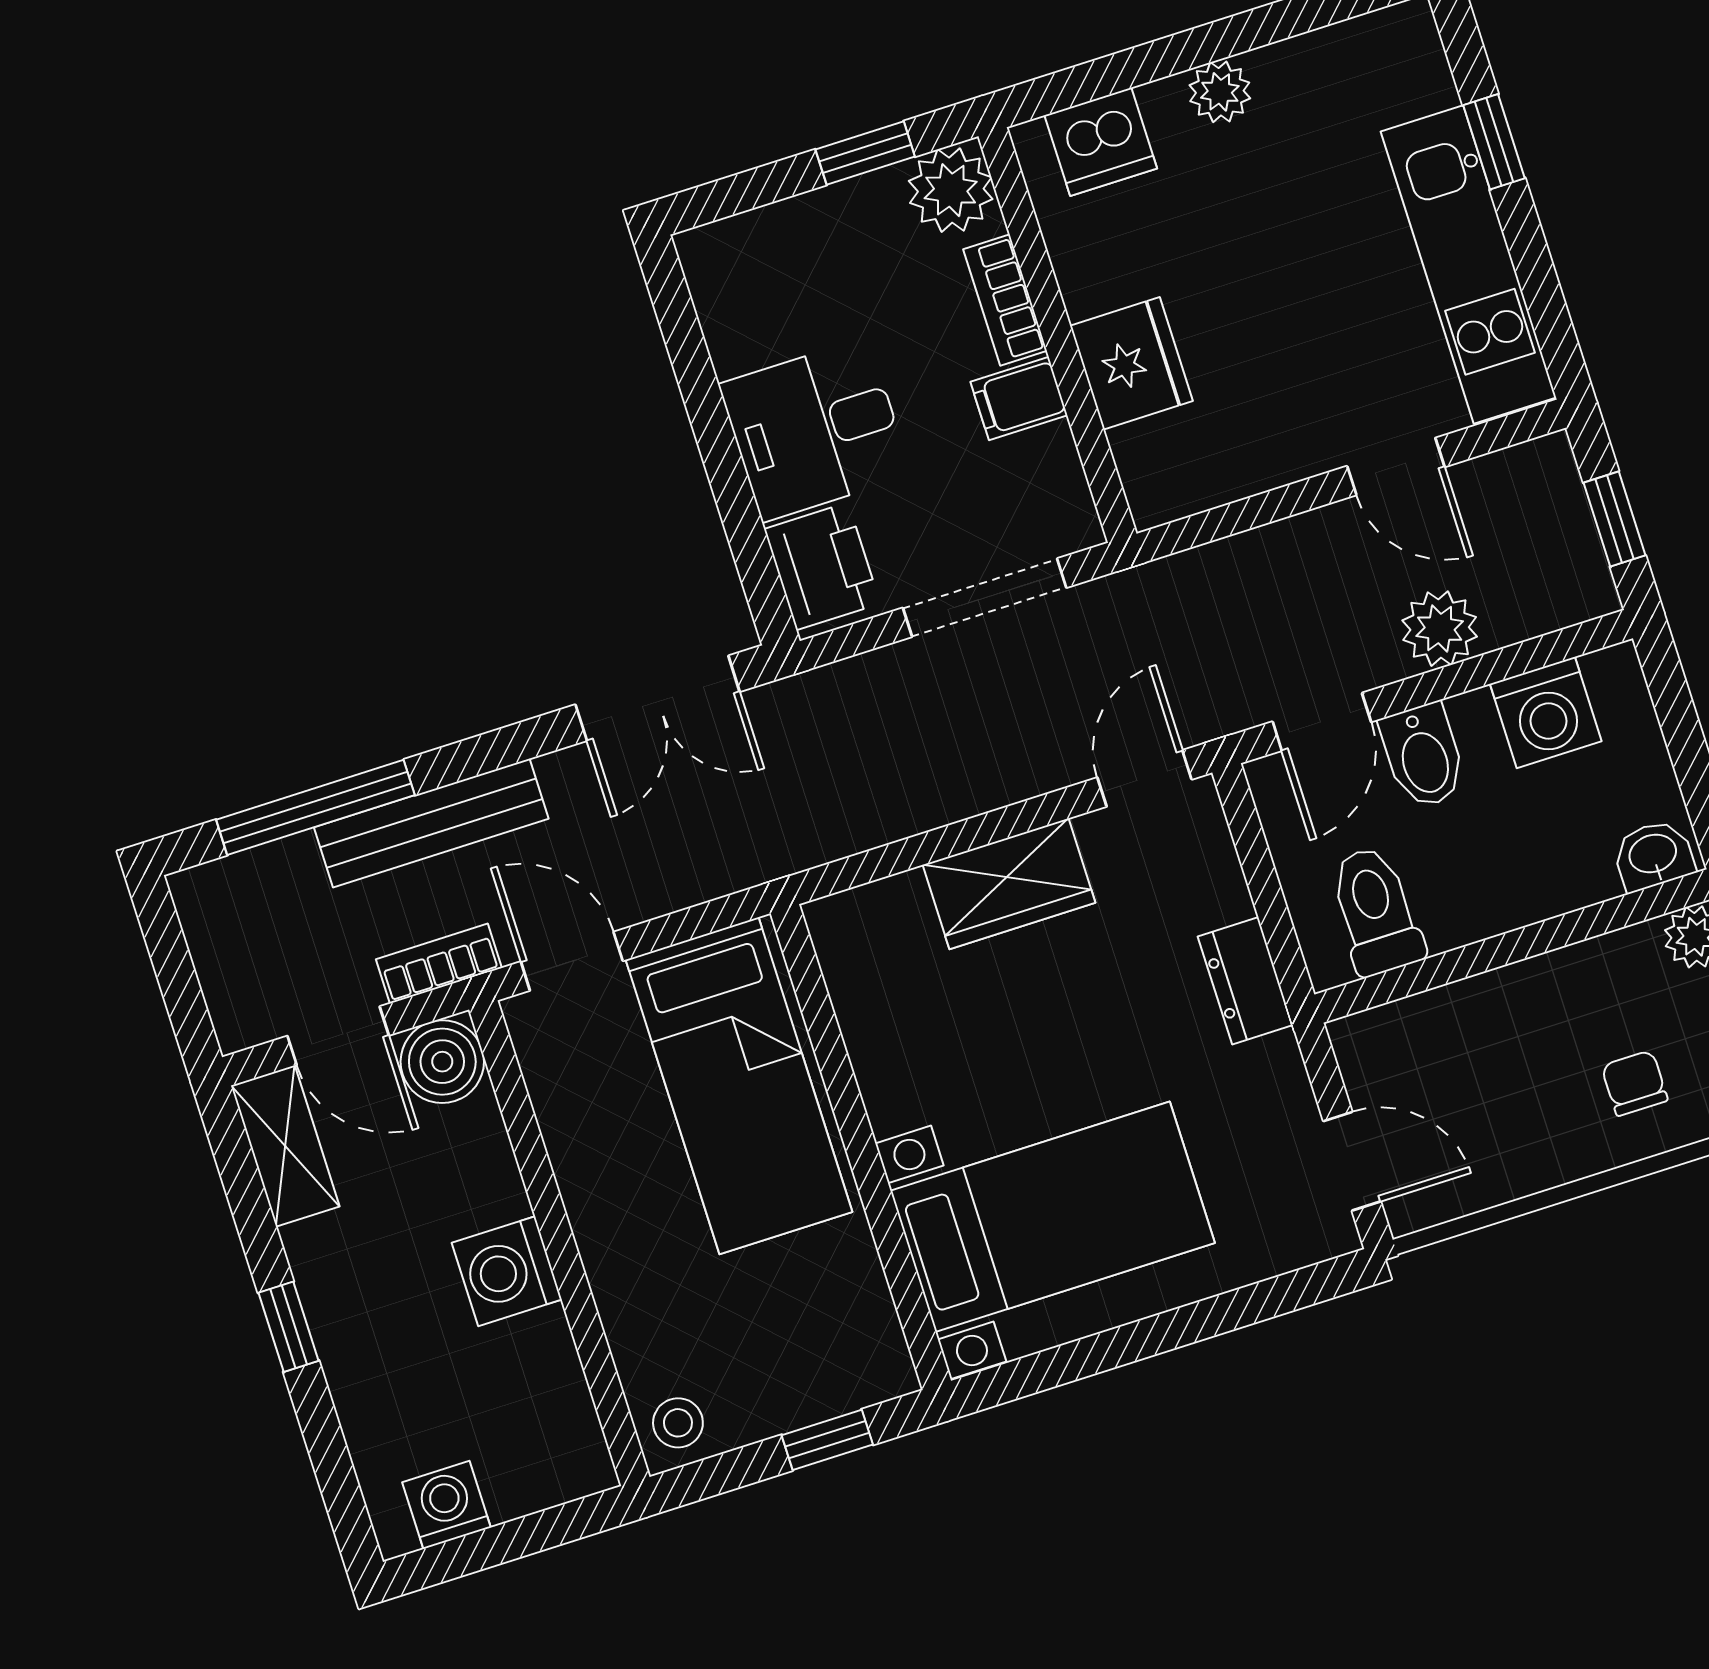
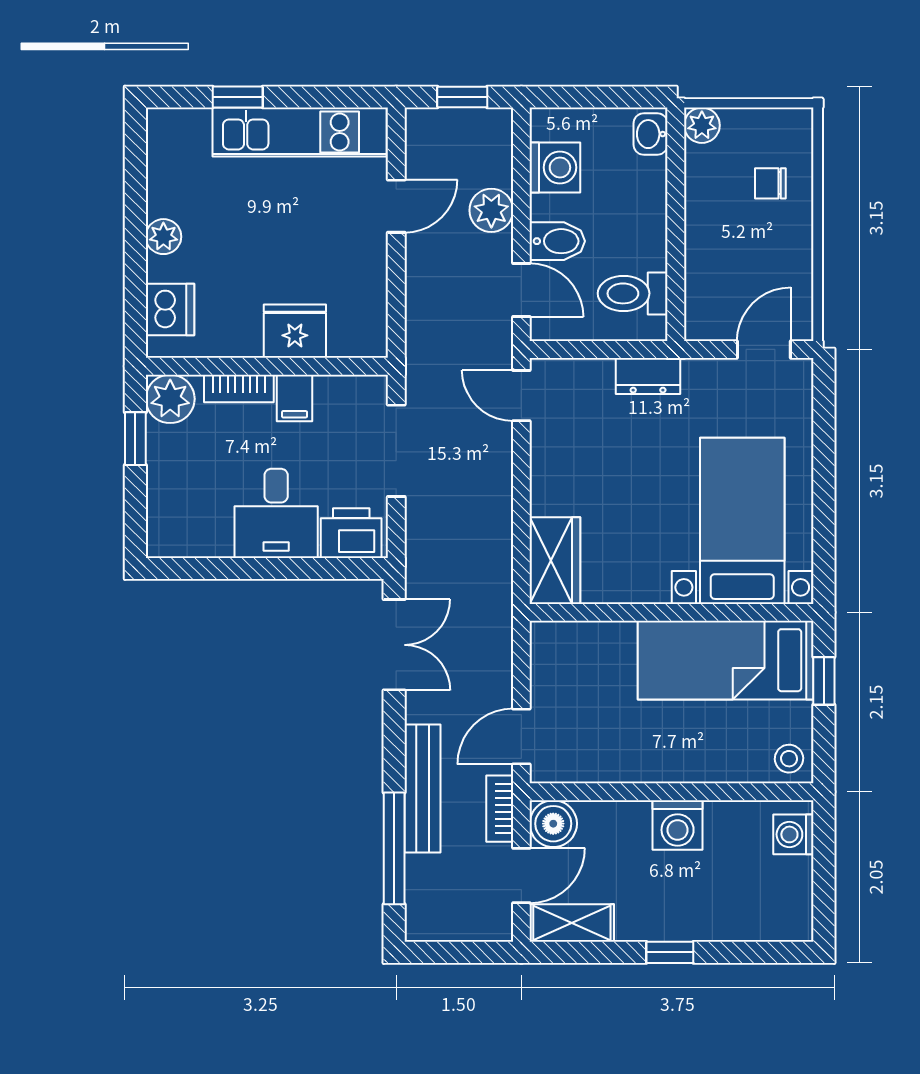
wardrobe: (1009, 884) -> (555, 561), moved
bed: (739, 1086) -> (726, 660), moved, turned 180
washing machine: (447, 1505) -> (793, 834), moved

